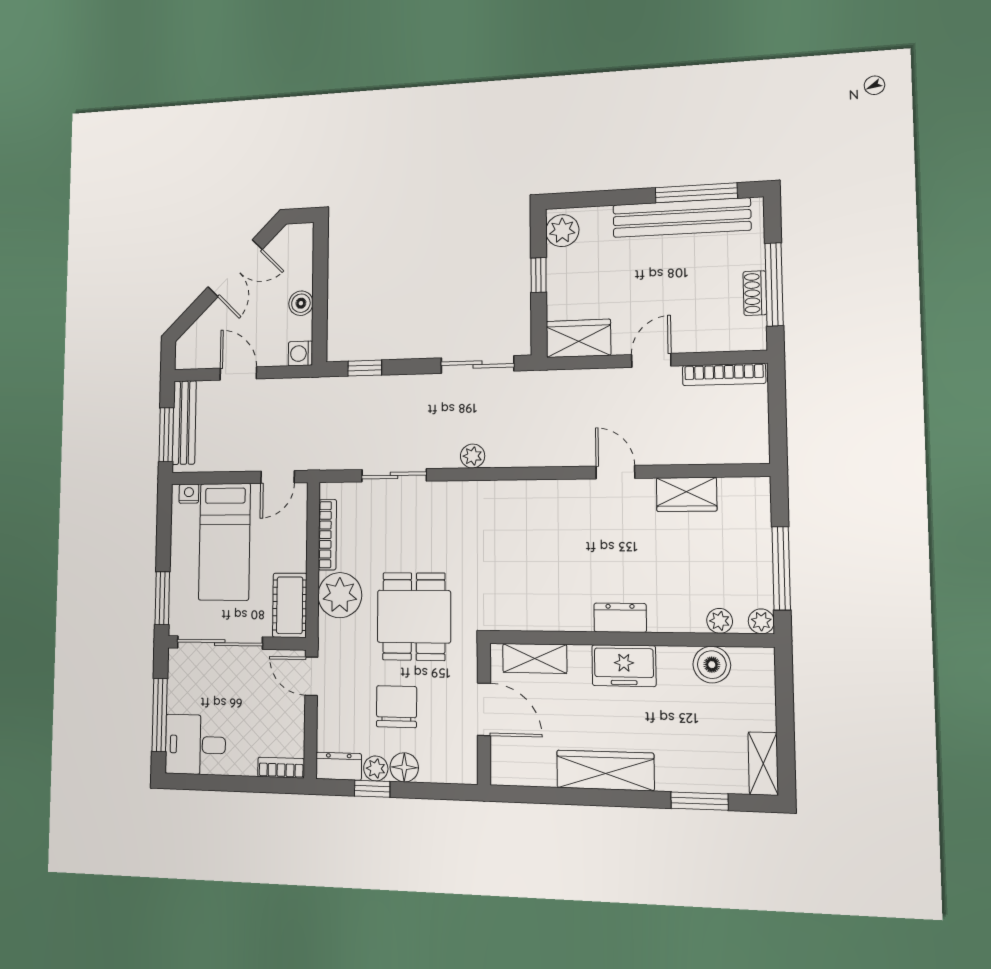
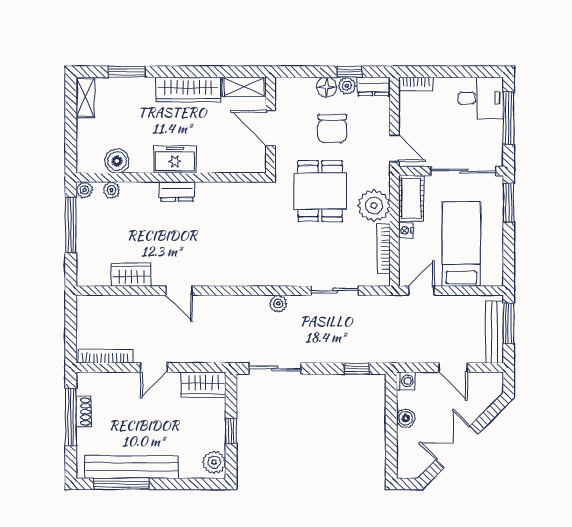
nightstand: (189, 494) -> (406, 230), moved, turned 90
shelving: (535, 658) -> (244, 87), moved

